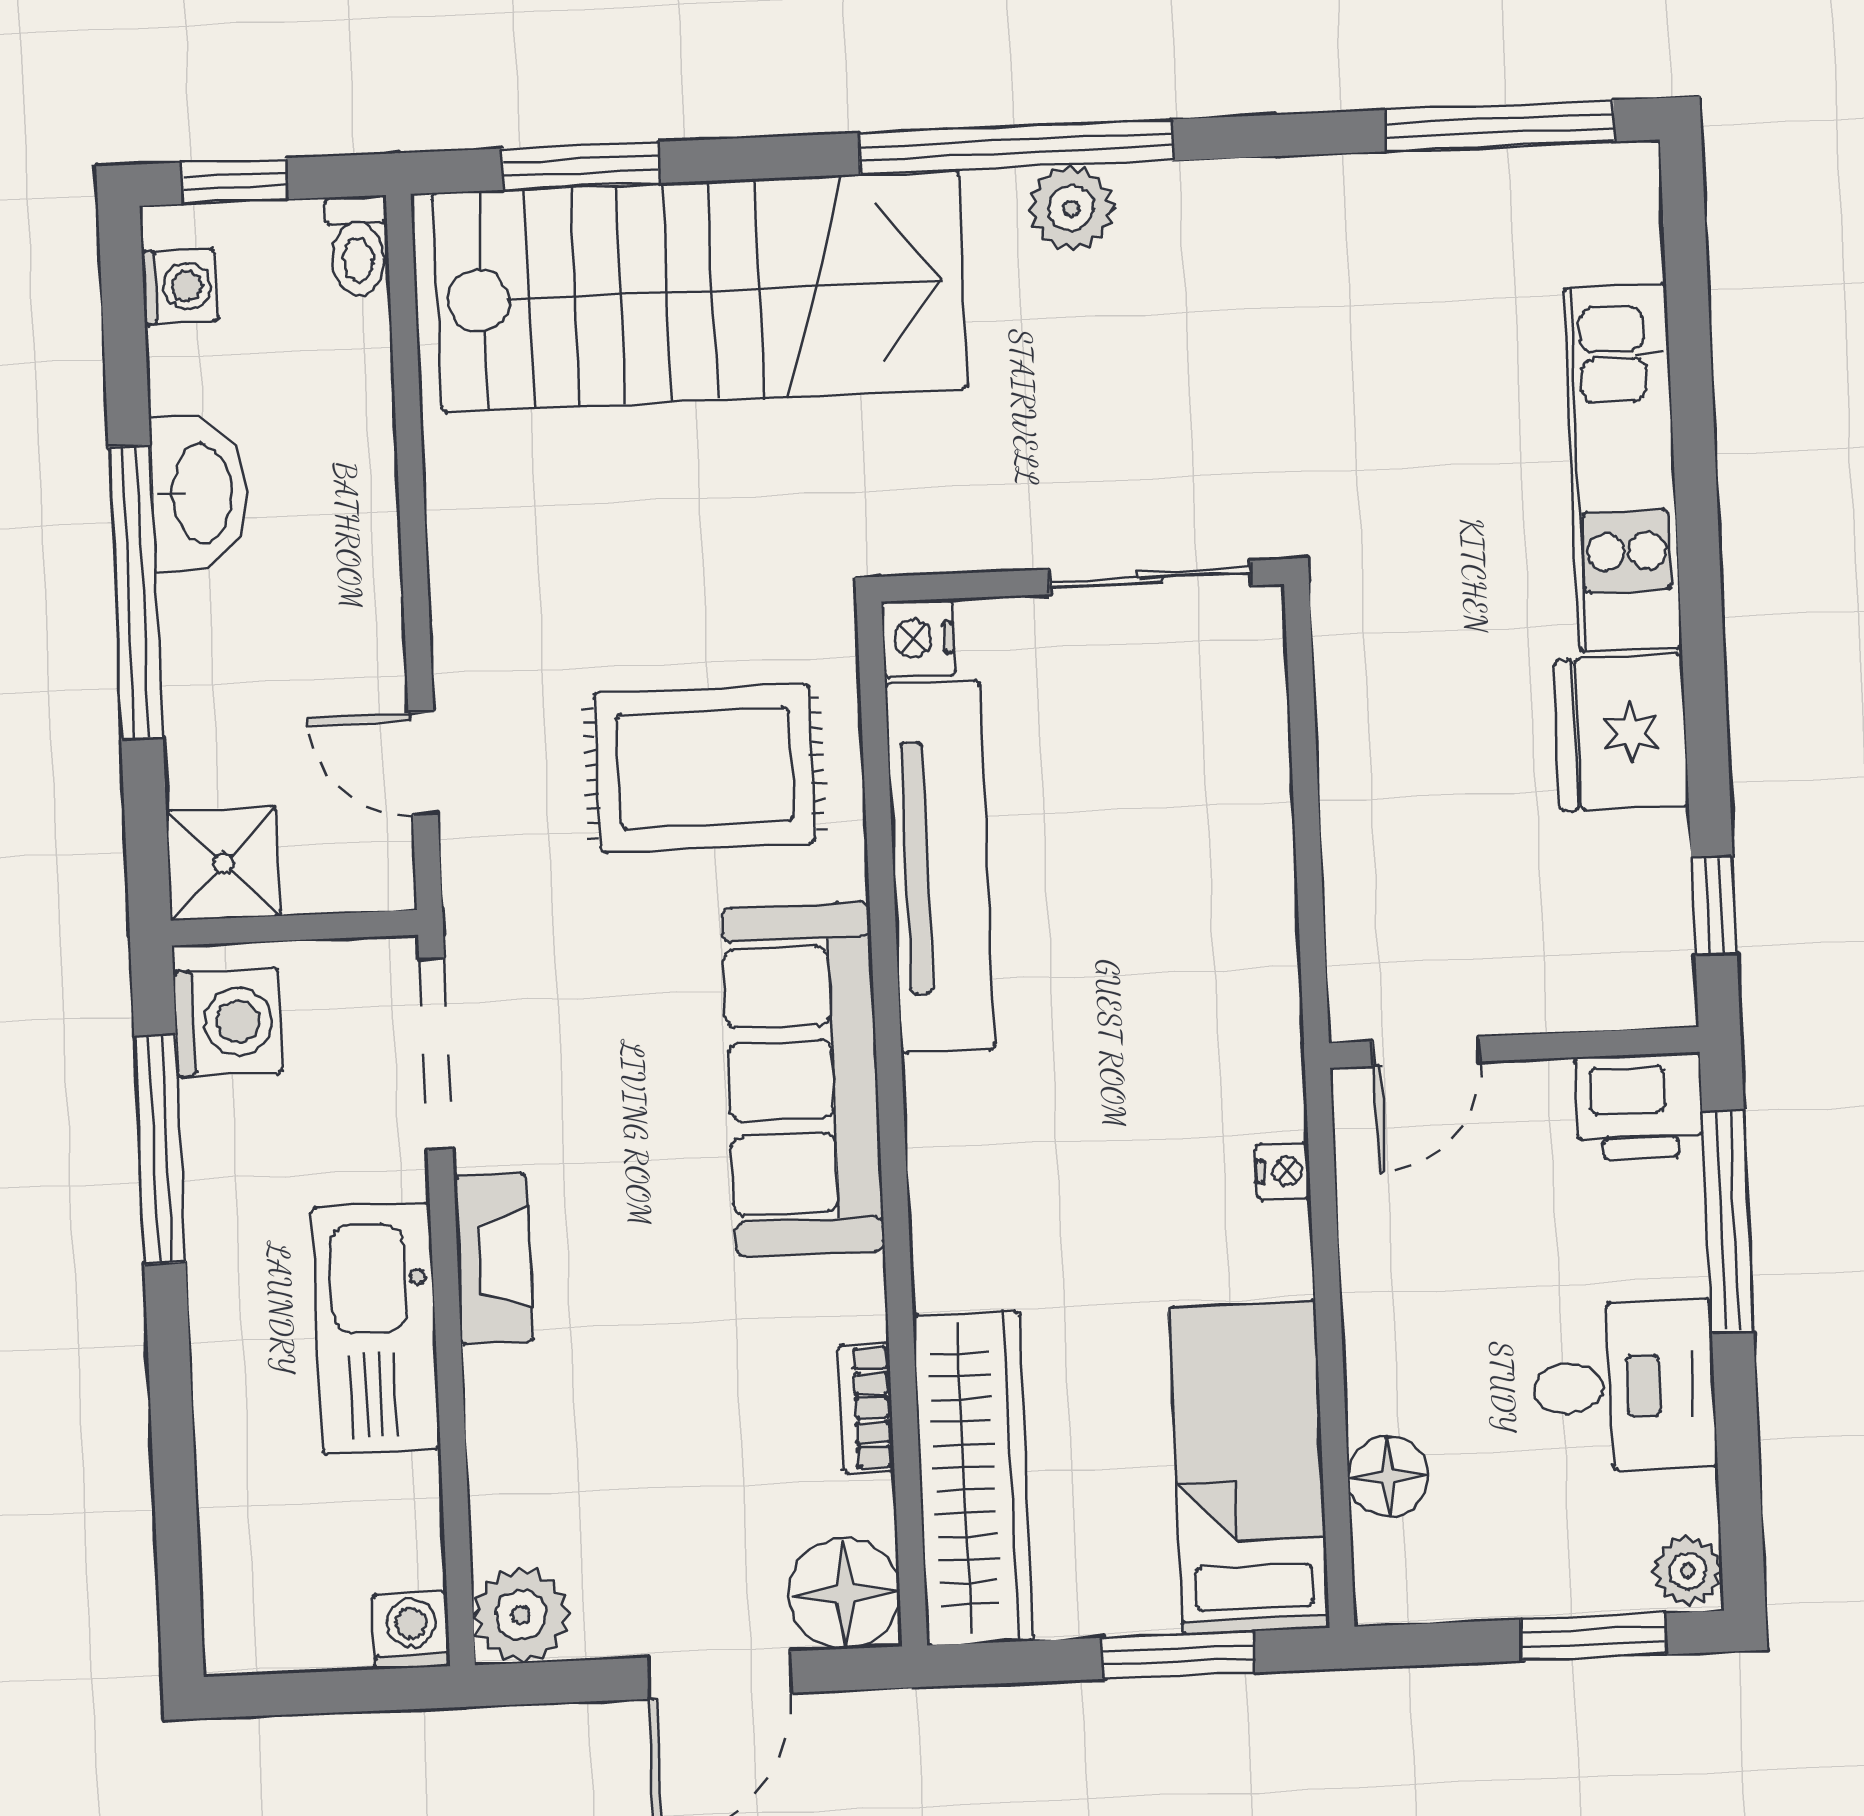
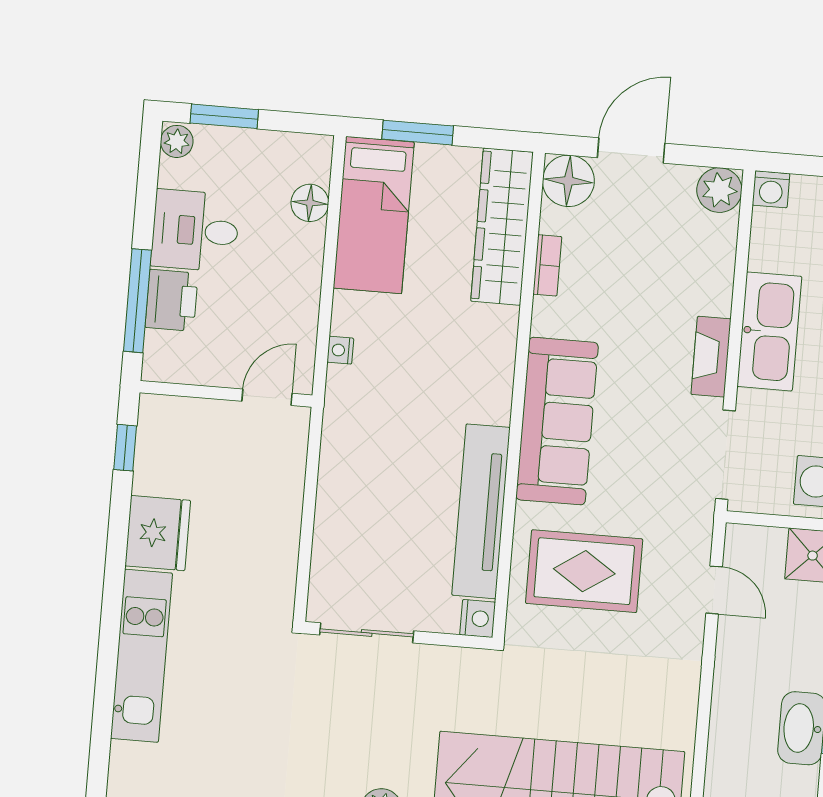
printer: (1639, 1106) -> (172, 300), moved, turned 90

